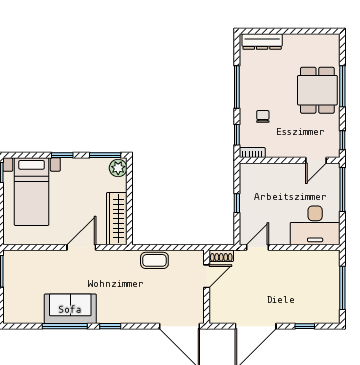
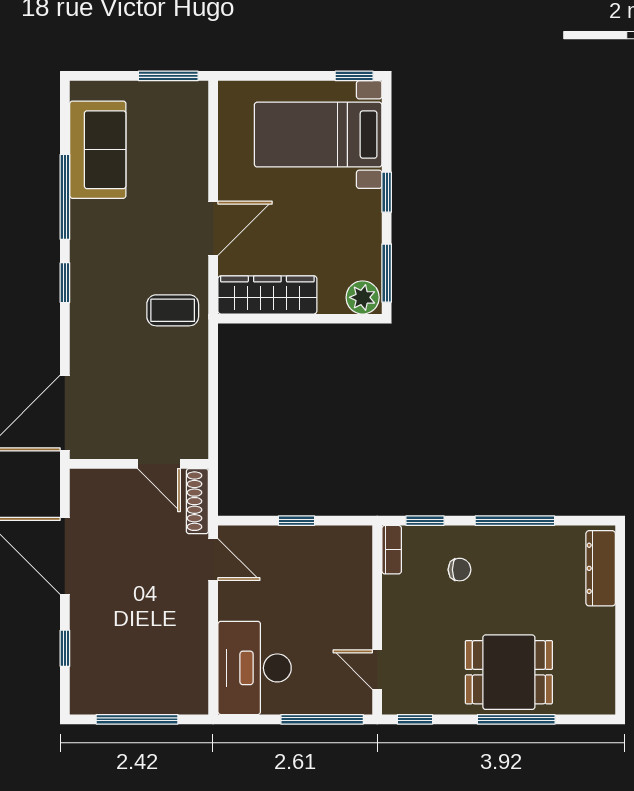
door: (81, 247) -> (213, 228), hinge flipped
shoe rack: (221, 256) -> (197, 501), width x1.43
coffee table: (154, 260) -> (173, 310), moved, turned 90
sofa: (70, 309) -> (98, 150), moved

